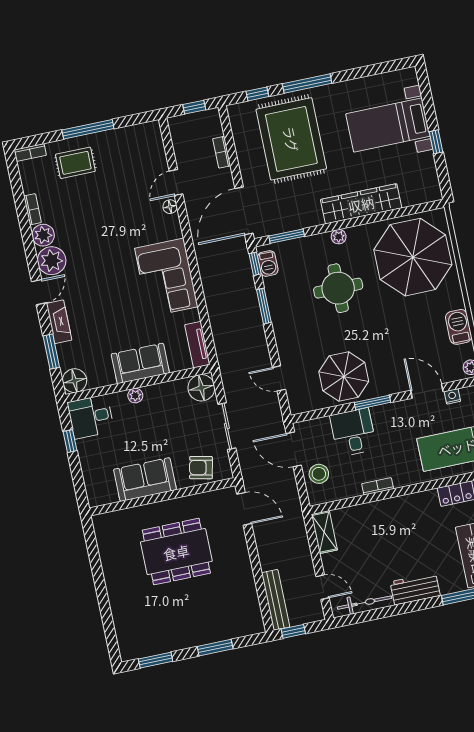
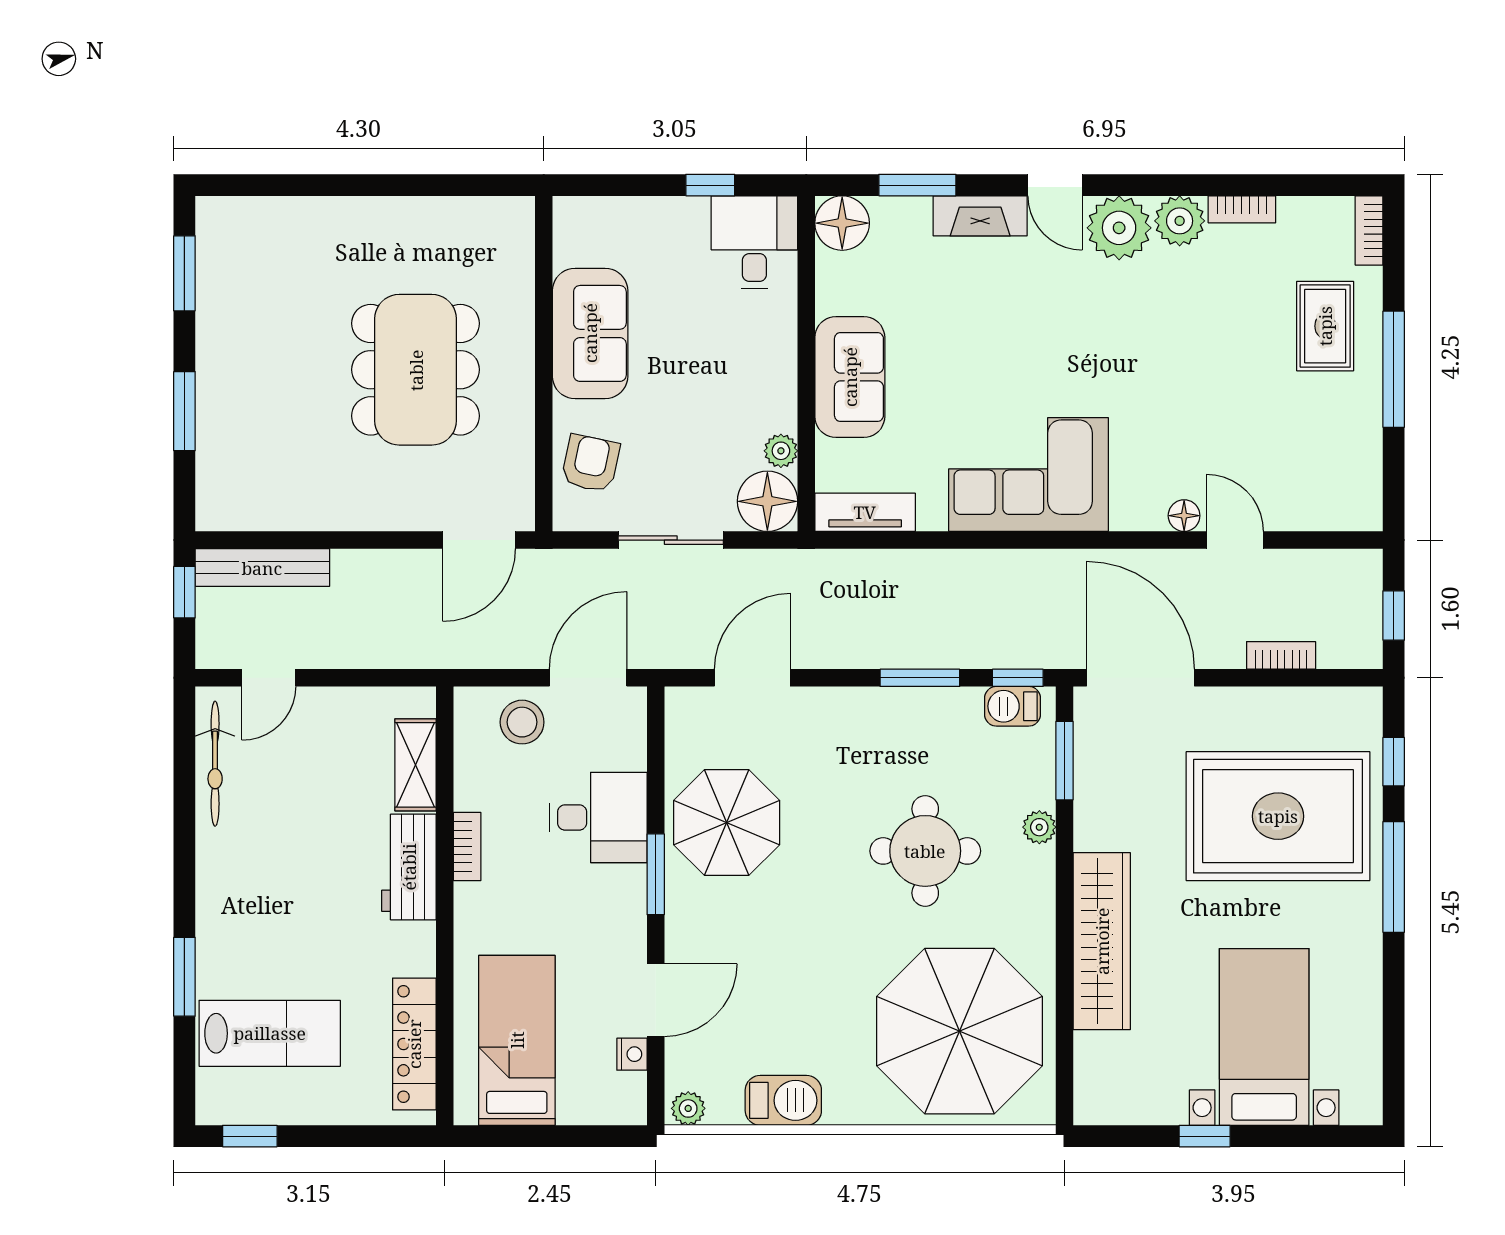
plant: (339, 237) -> (1039, 827), moved
door: (279, 378) -> (752, 678), width x1.38
plant: (135, 396) -> (781, 451), moved
shelving: (324, 532) -> (416, 765), moved, turned 90
workbench: (415, 589) -> (409, 867), moved, turned 180

